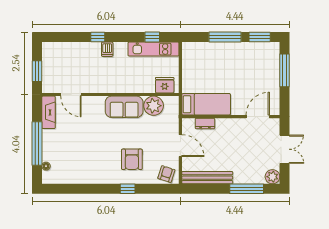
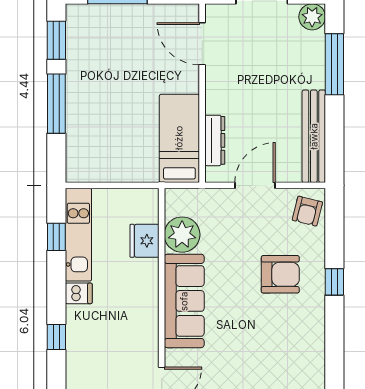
dishwasher: (107, 49) -> (79, 293), moved
fridge: (165, 85) -> (144, 241), moved
sofa: (124, 107) -> (184, 301), width x1.36
dresser: (205, 124) -> (215, 140), width x1.44
armchair: (166, 174) -> (307, 211), turned -94

